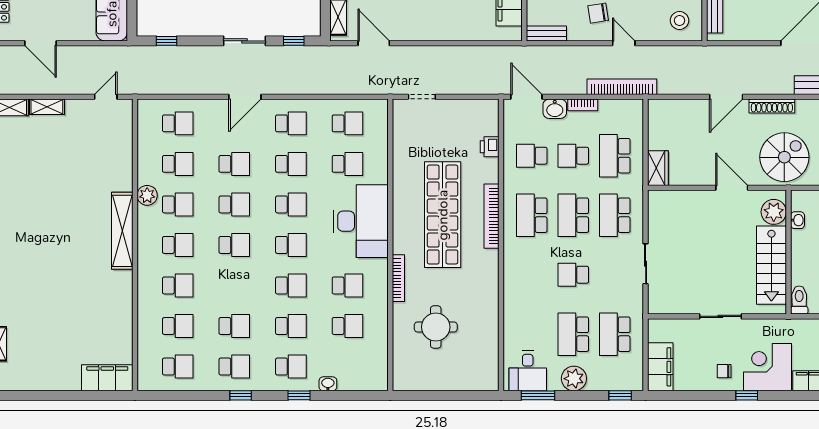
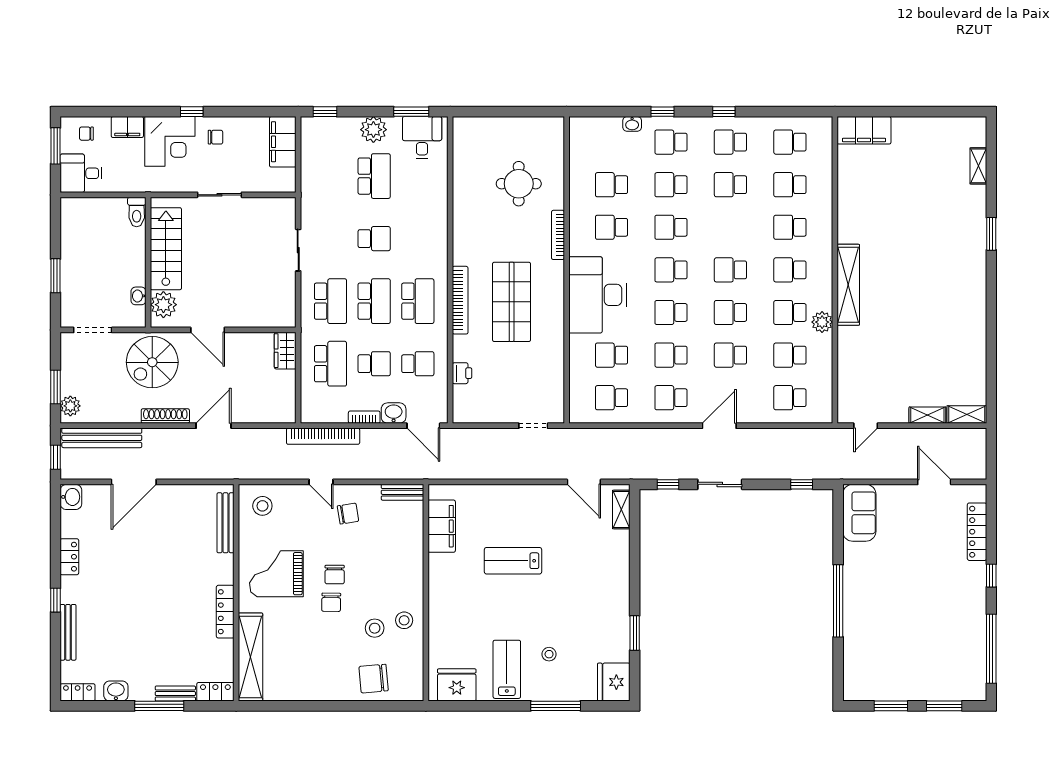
shop shelf: (443, 215) -> (512, 302), width x0.71
school desk: (615, 334) -> (330, 176), removed

